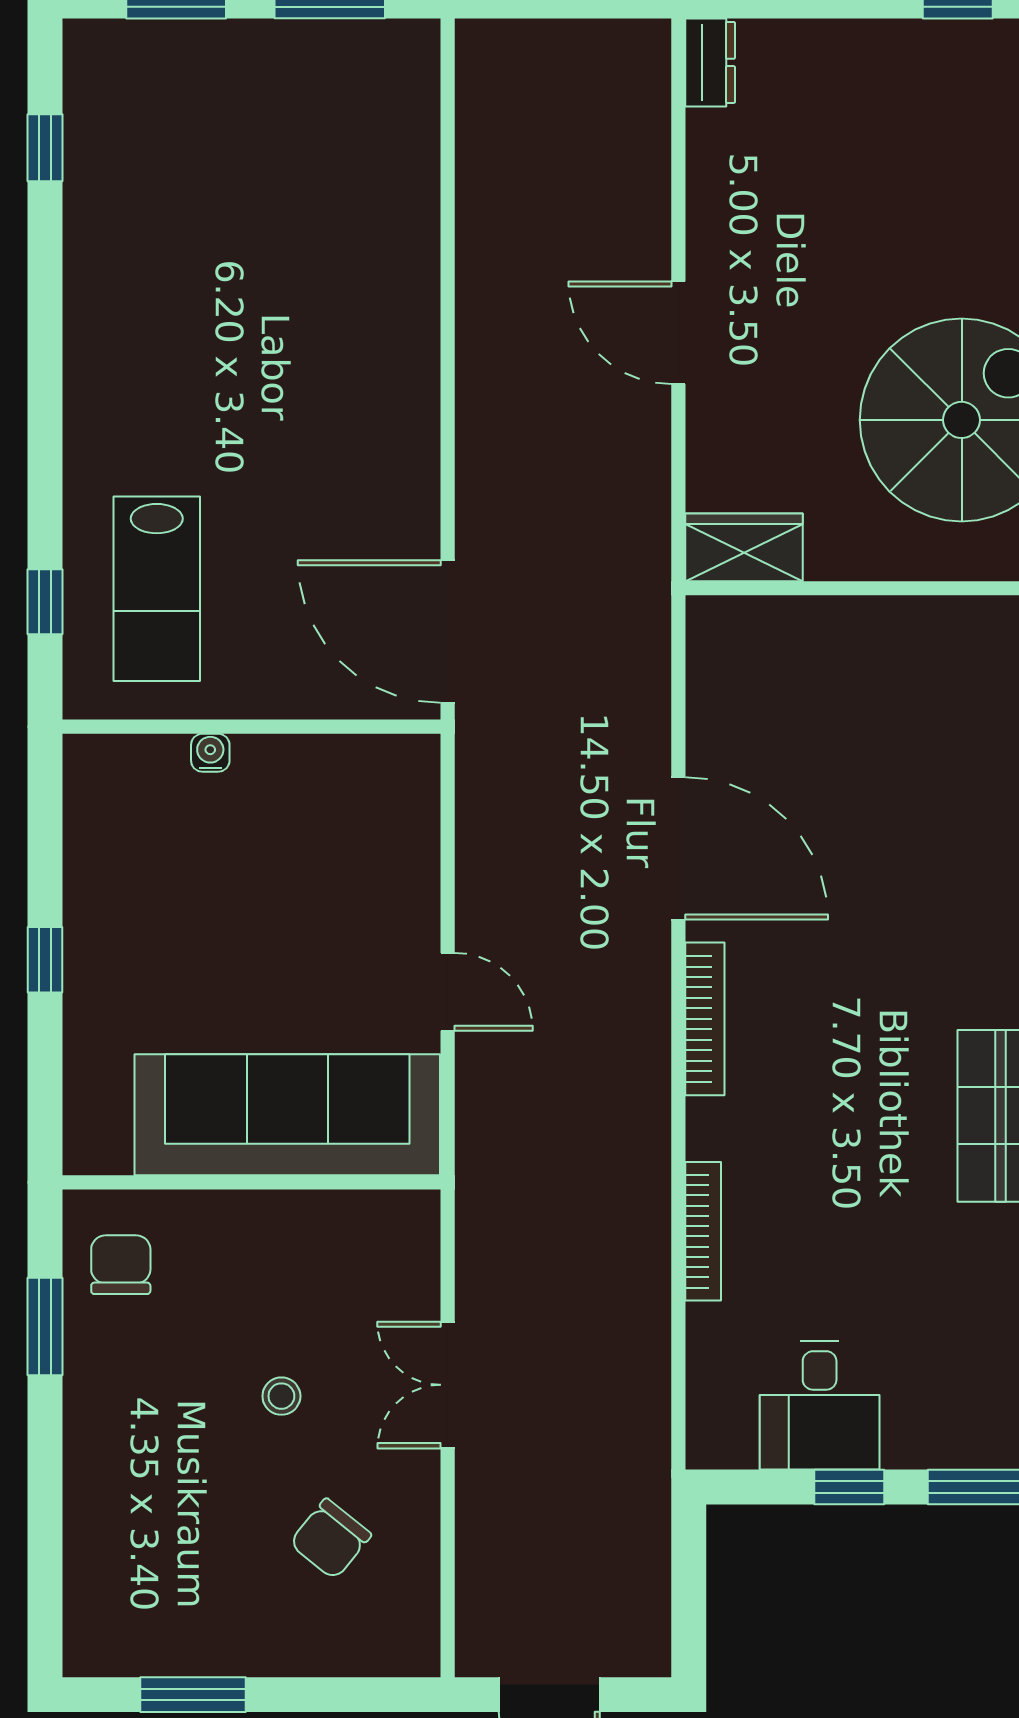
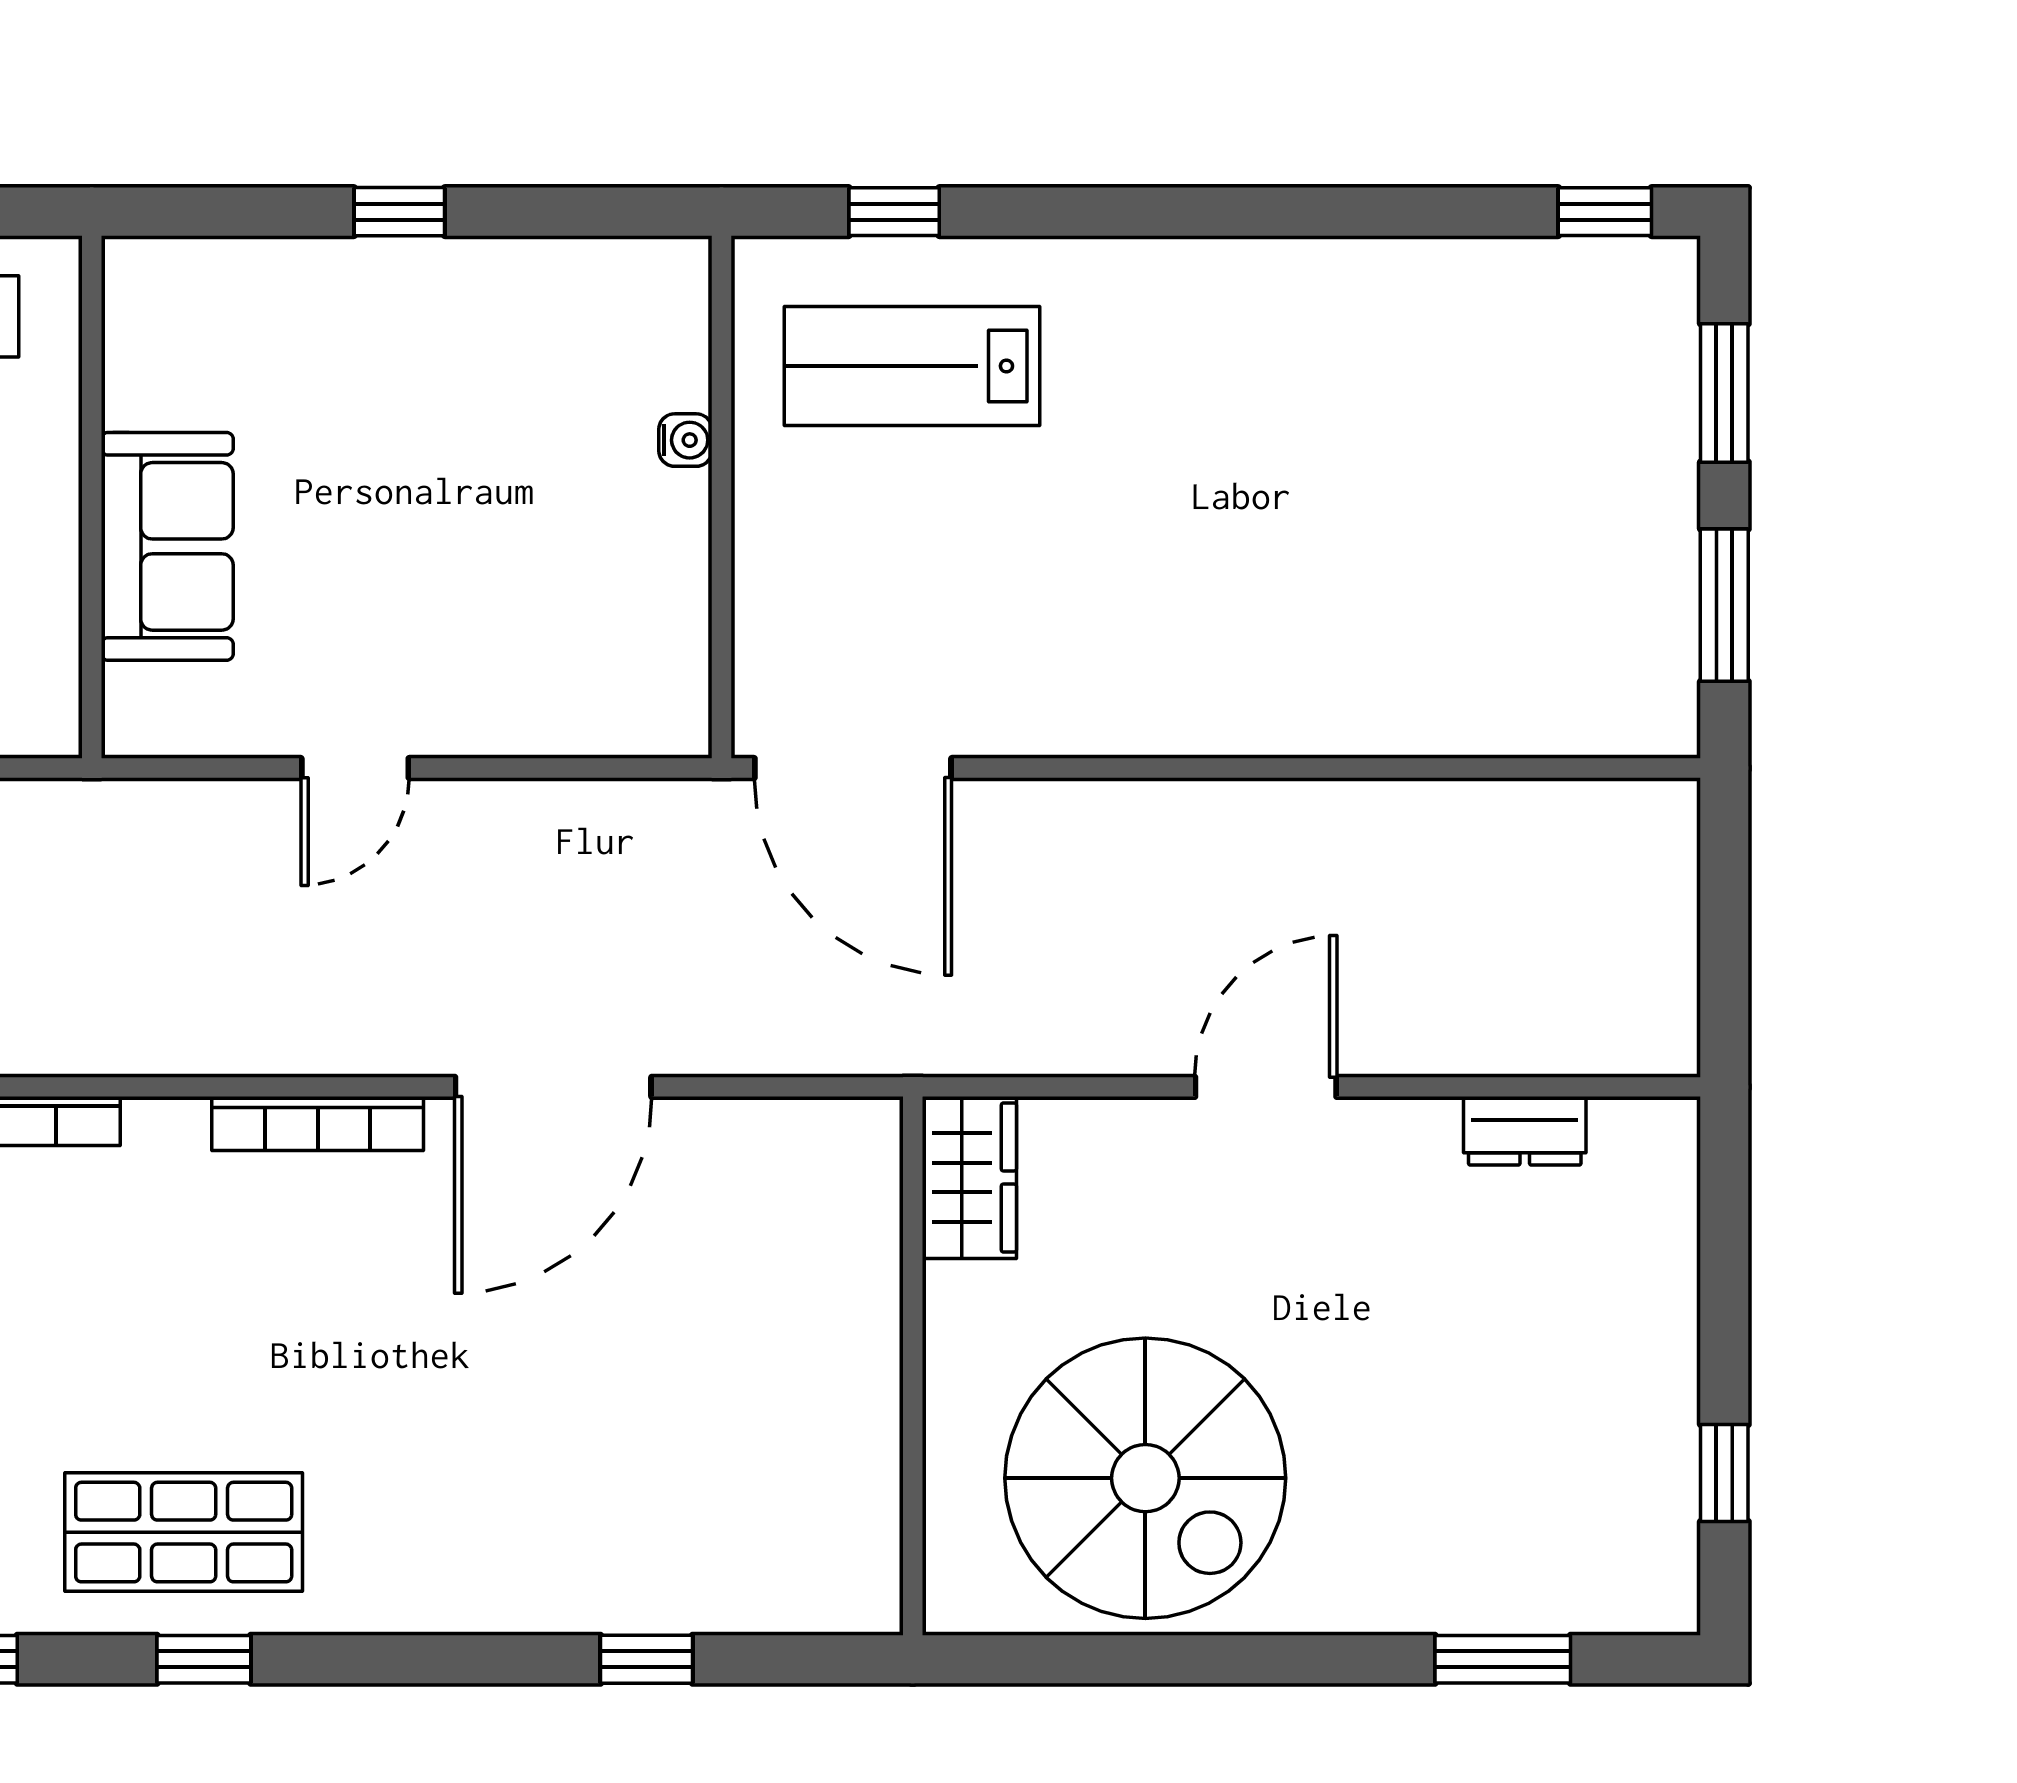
dresser: (710, 62) -> (1525, 1131), moved
window: (45, 148) -> (1605, 212), moved
door: (448, 632) -> (853, 768), swing flipped
sofa: (287, 1115) -> (167, 546), width x0.54, depth x0.79

